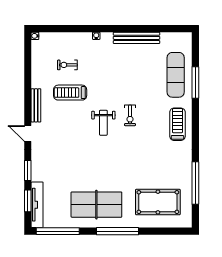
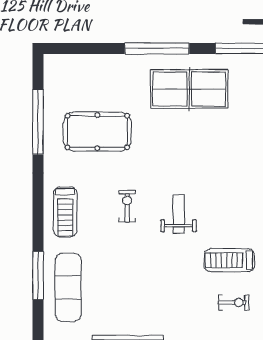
treadmill: (70, 93) -> (229, 260), turned 180
exercise bike: (130, 115) -> (127, 206), moved
pool table: (158, 202) -> (97, 132), moved

